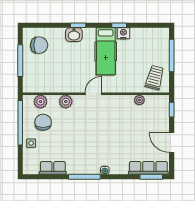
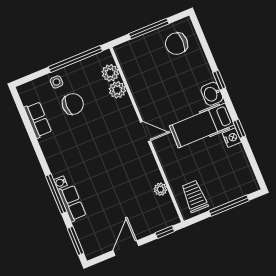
washbasin: (74, 35) -> (212, 94), moved
chair: (39, 45) -> (177, 44), turned 90
trolley: (155, 78) -> (195, 196), turned -105
plant: (66, 102) -> (117, 90), moved
chair: (43, 122) -> (73, 104), moved
row of seats: (148, 168) -> (72, 203), moved, width x0.68
window: (84, 177) -> (56, 194), moved

